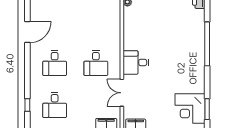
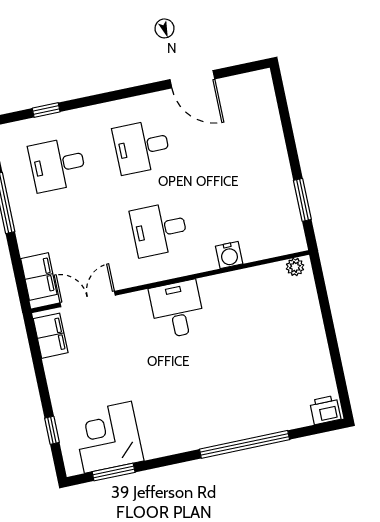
water cooler: (115, 32) -> (229, 255), added
double door: (122, 93) -> (88, 299), moved

